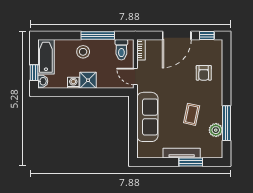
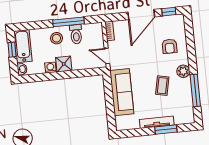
toilet: (121, 50) -> (76, 34), moved
window: (34, 73) -> (12, 50), moved
plant: (216, 130) -> (183, 71), moved

